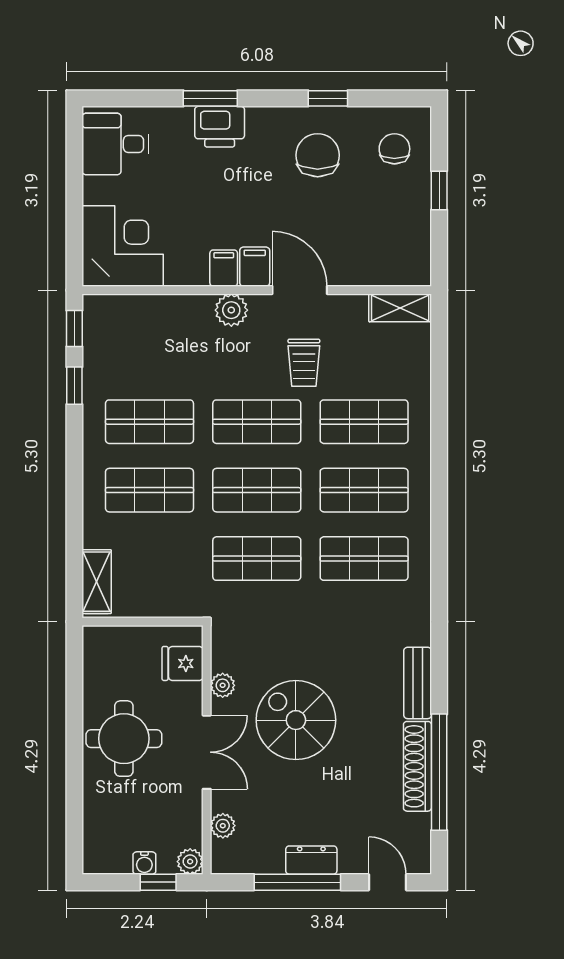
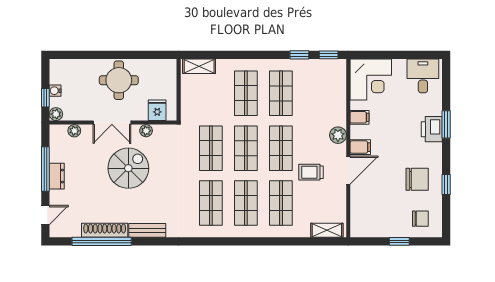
filing cabinet: (224, 268) -> (359, 117), moved
shelving: (400, 308) -> (327, 230), moved, turned 90

